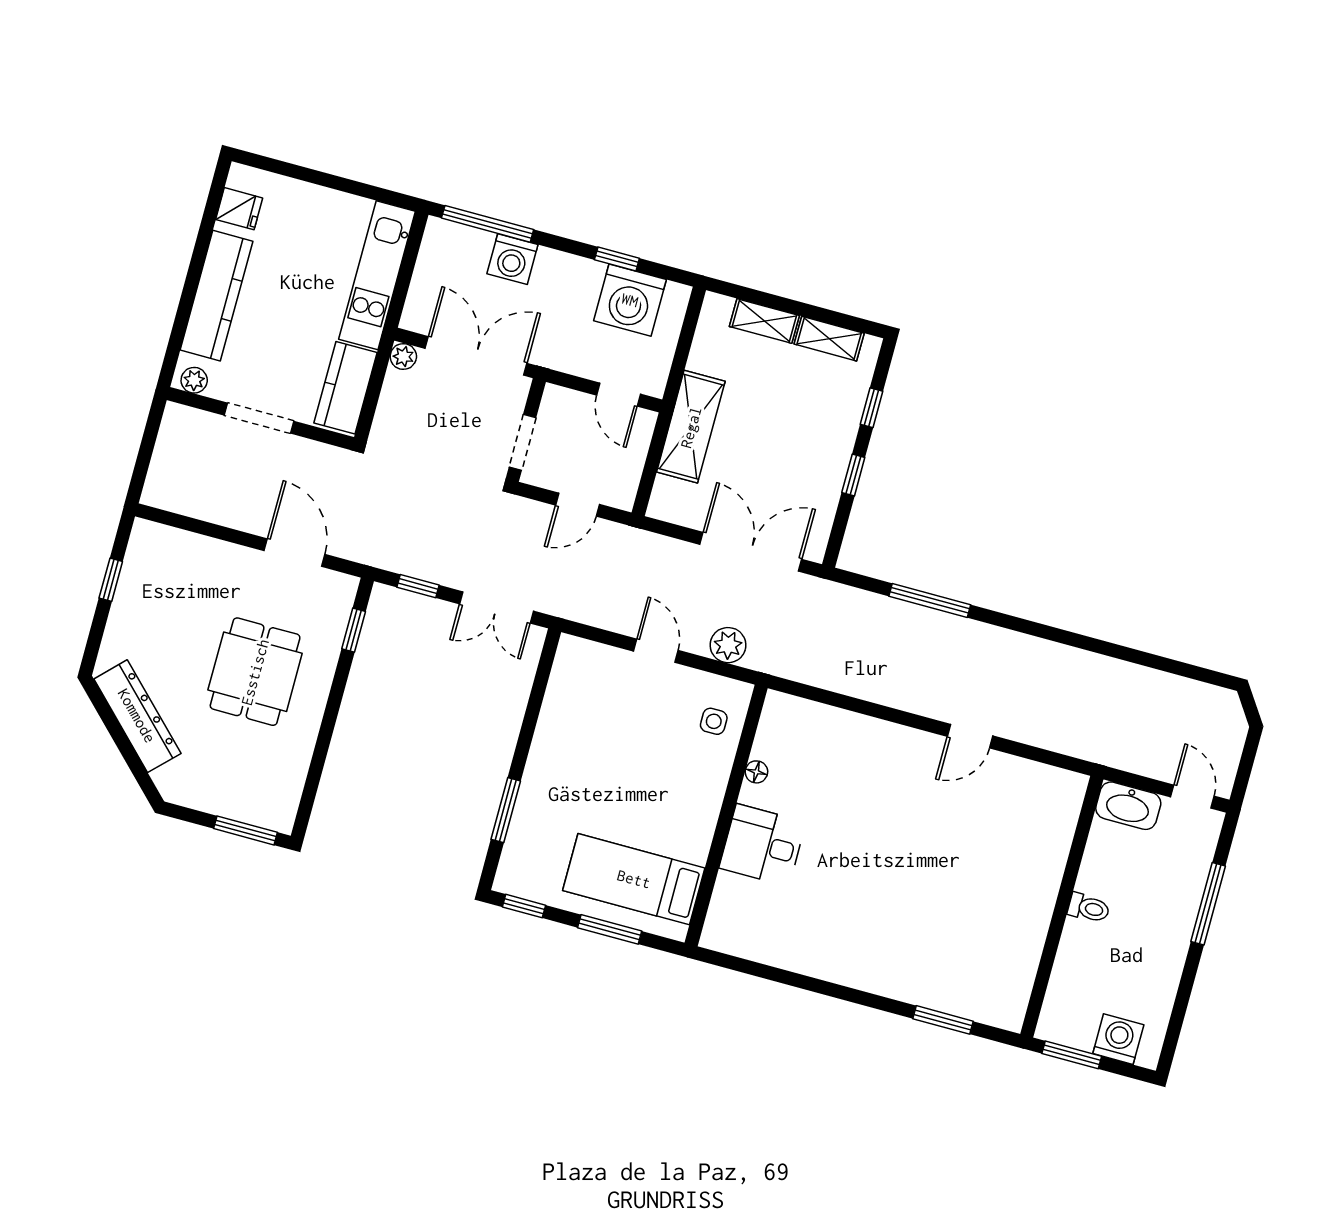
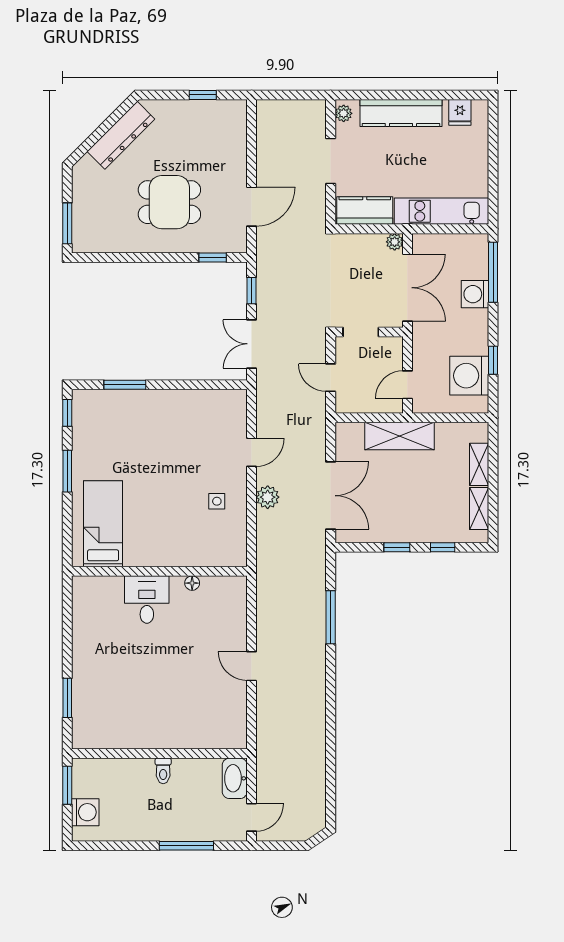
floor lamp: (756, 772) -> (192, 583), moved
wall: (726, 815) -> (159, 571), moved
desk: (763, 845) -> (147, 600), moved
bed: (634, 879) -> (103, 524), moved

